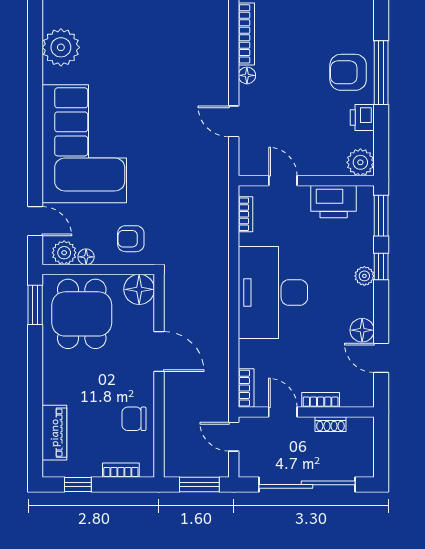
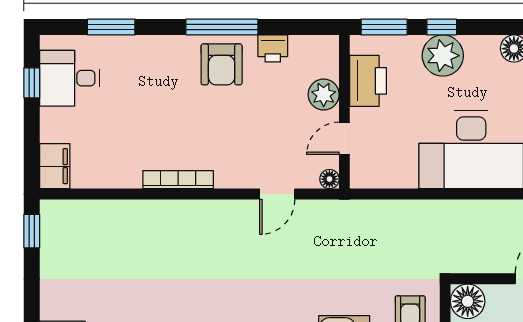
floor lamp: (247, 75) -> (329, 179), moved
plant: (360, 162) -> (324, 95), moved
bookcase: (246, 214) -> (382, 181), removed
plant: (364, 276) -> (443, 56), width x1.87, depth x1.87

